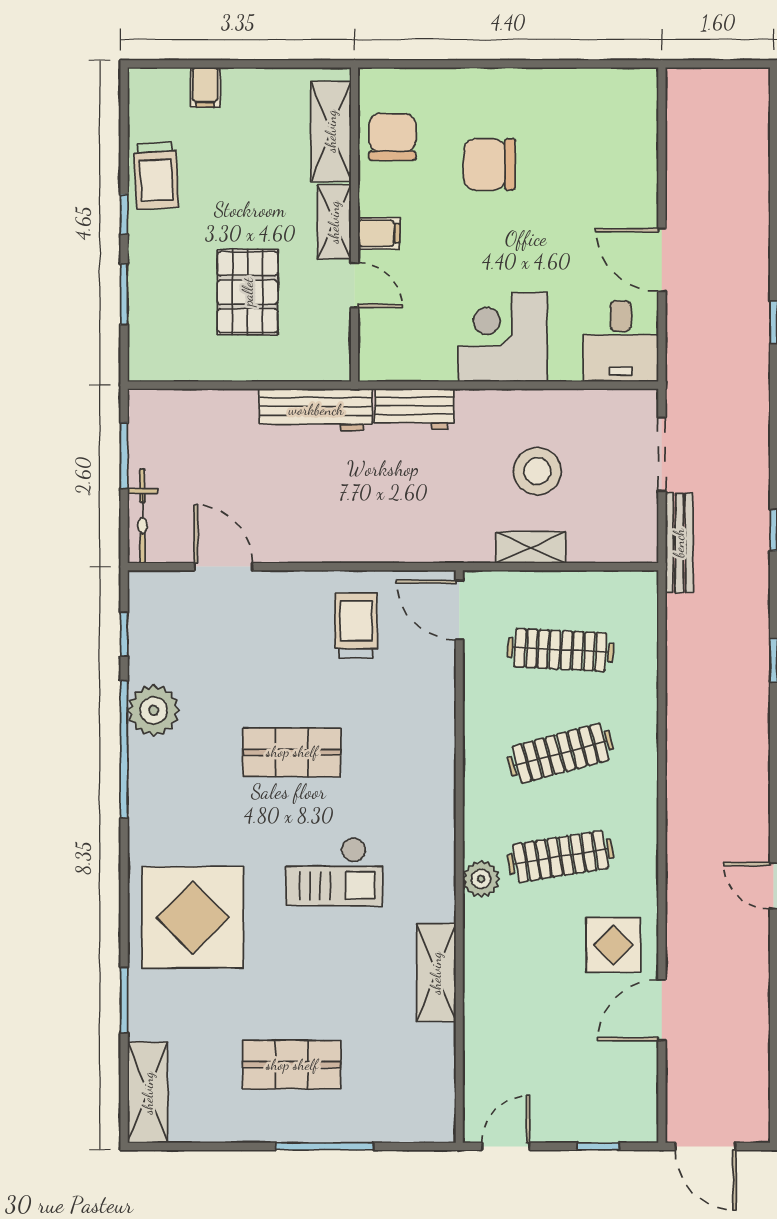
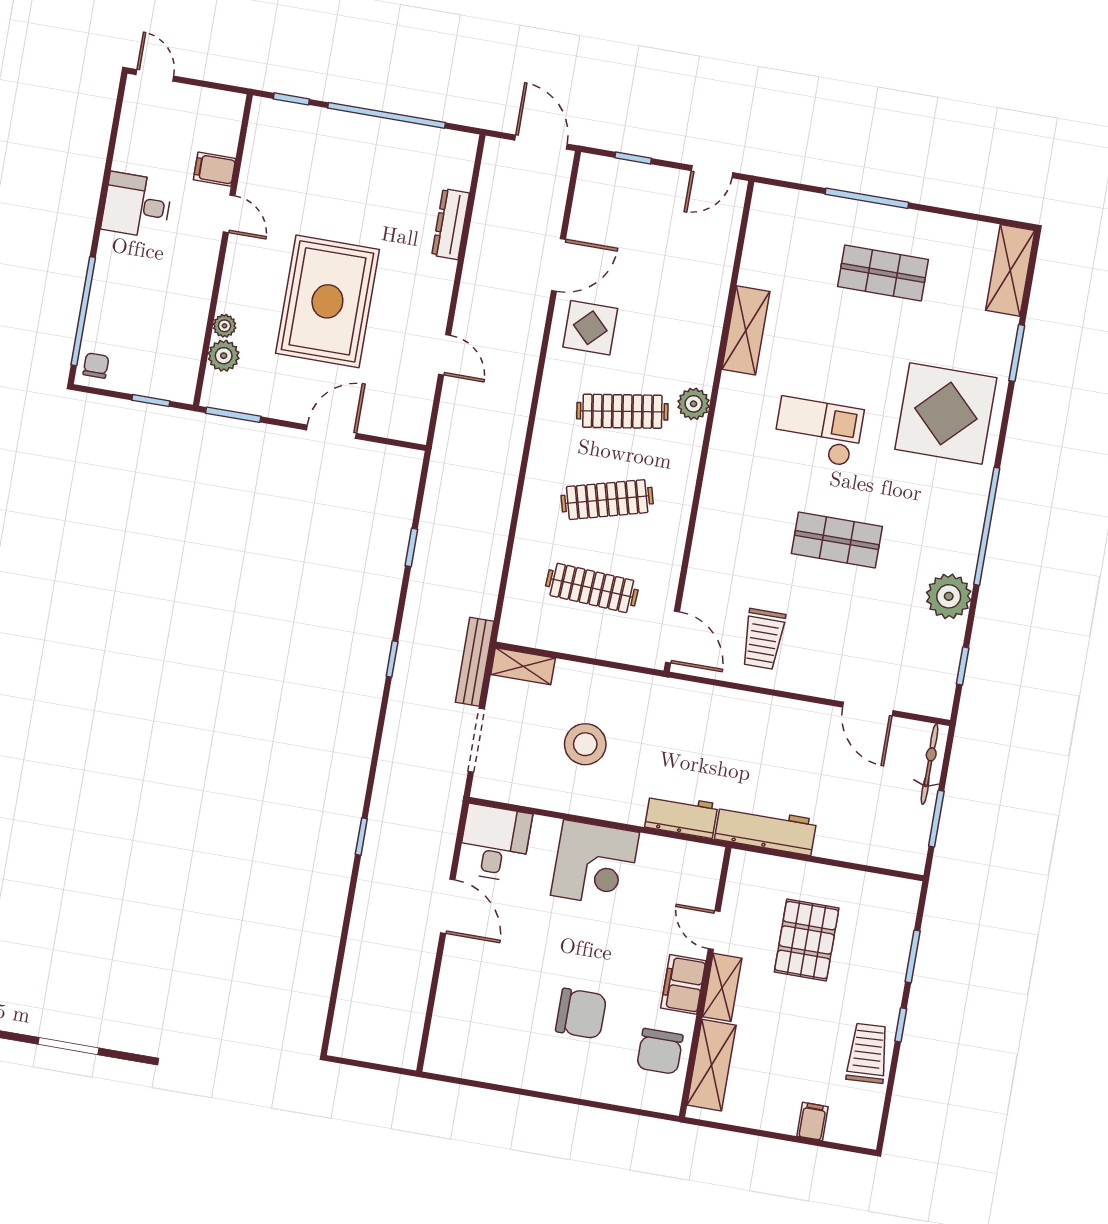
filing cabinet: (379, 233) -> (683, 984), width x2.00
shelving: (531, 547) -> (523, 666), moved
window: (124, 749) -> (987, 526), moved

